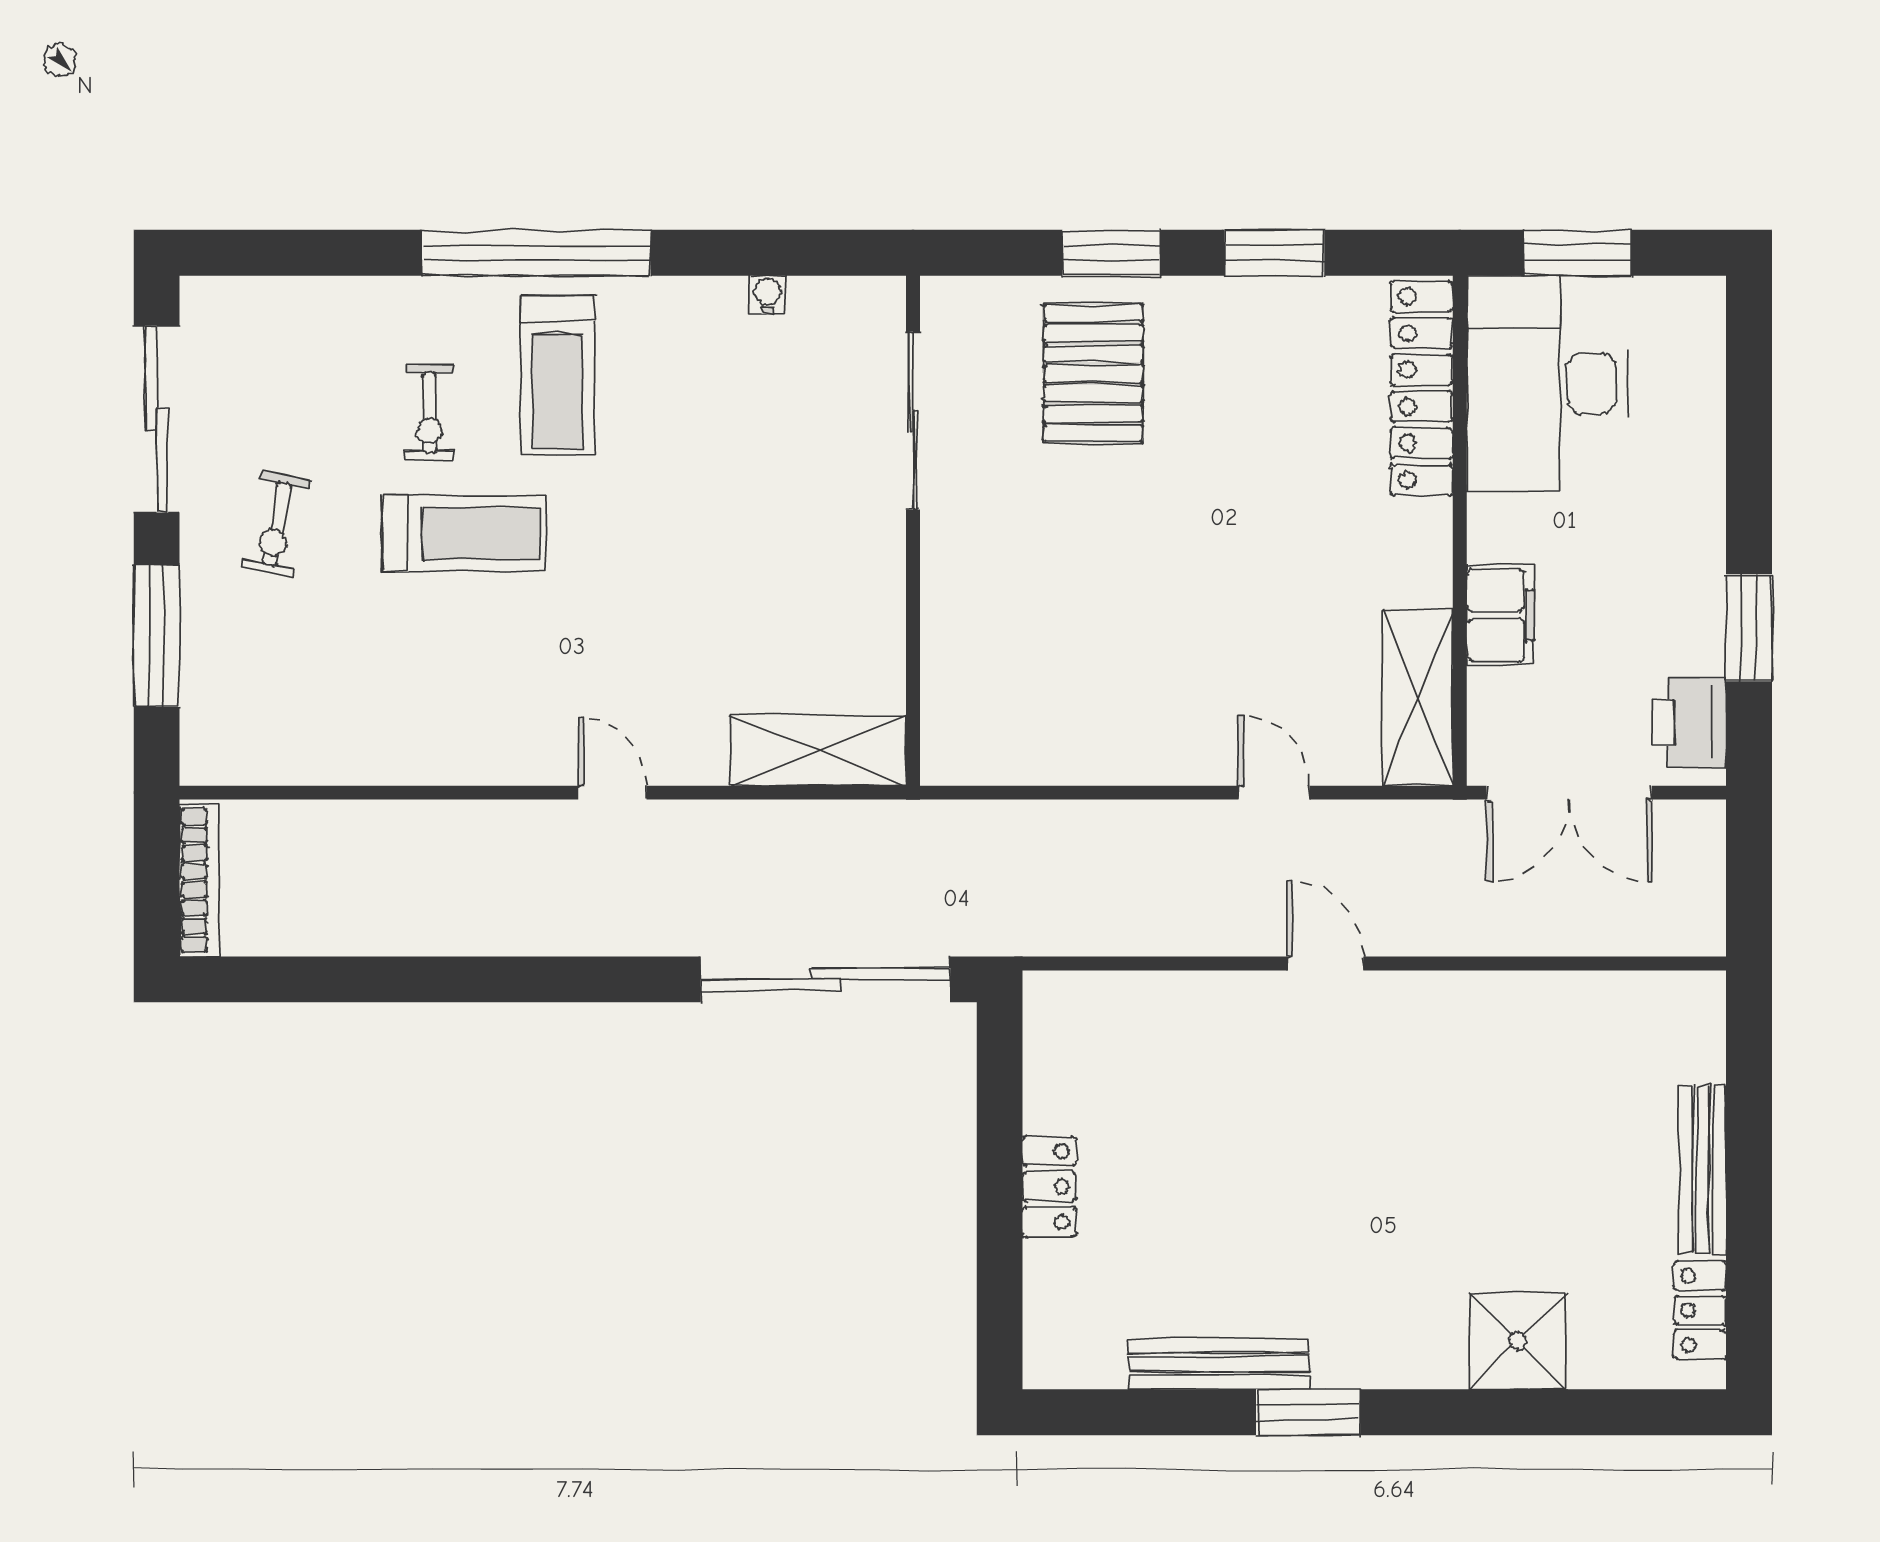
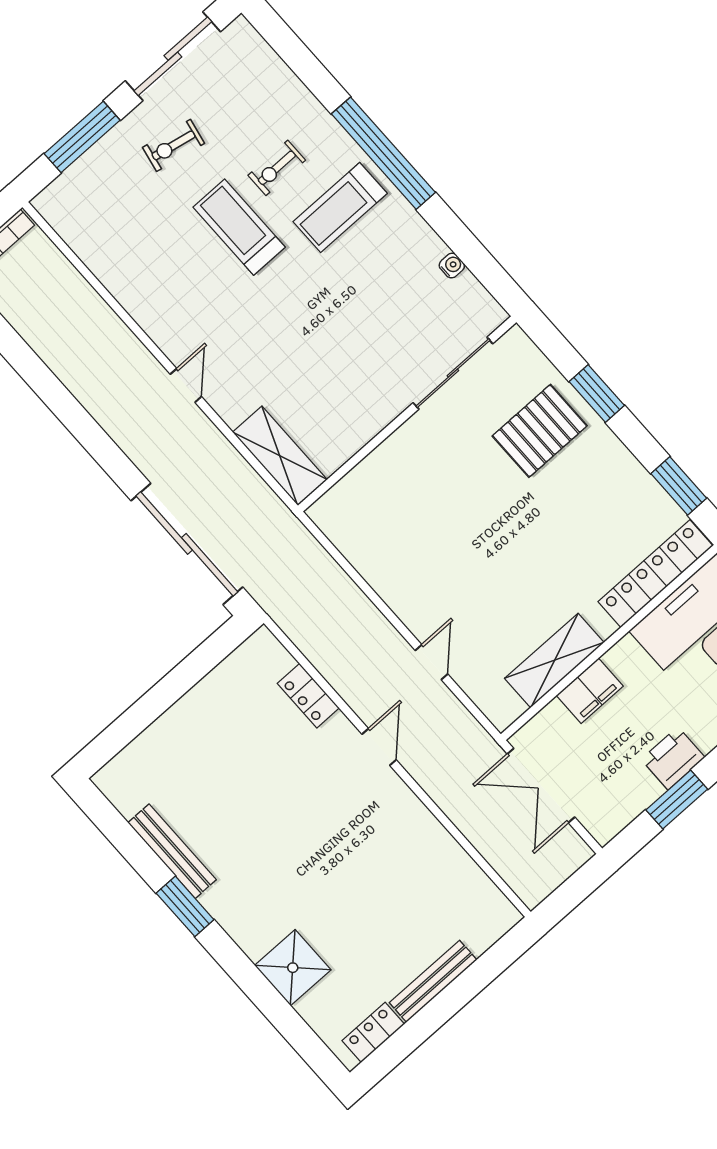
window: (1274, 253) -> (679, 486), moved
treadmill: (464, 534) -> (239, 227), turned 180
shelving: (1418, 698) -> (554, 660), moved
printer: (1689, 723) -> (673, 758), moved
locker: (1049, 1187) -> (308, 696), moved, turned 90

